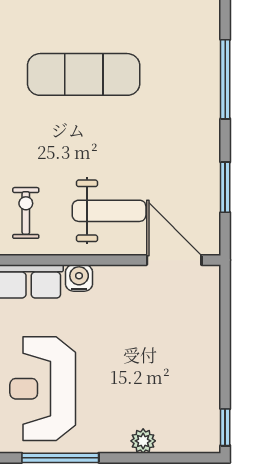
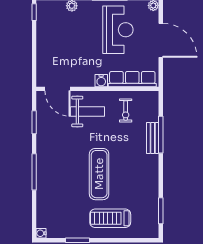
exercise mat: (84, 74) -> (99, 174), turned 90
weight bench: (109, 211) -> (87, 111), turned 180

